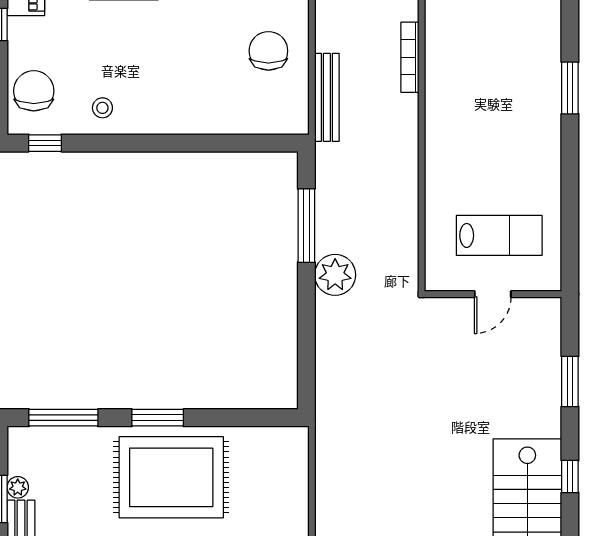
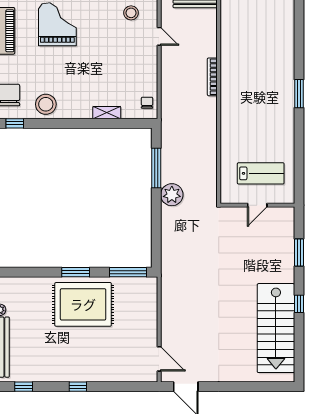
chair: (268, 51) -> (147, 103), moved, width x0.54, depth x0.54
bench: (327, 97) -> (167, 99), removed
stool: (102, 108) -> (46, 104), width x1.89, depth x1.89
shelving: (215, 123) -> (107, 113), added
window: (63, 418) -> (128, 272), moved

